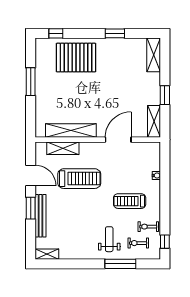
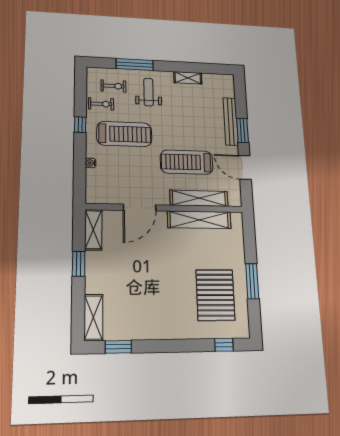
window: (115, 33) -> (118, 347), moved
pallet: (76, 58) -> (215, 295), moved, turned 90
shelving: (63, 148) -> (199, 198), width x1.47
treadmill: (130, 201) -> (124, 134), width x1.37, depth x1.38
weight bench: (109, 239) -> (149, 92), turned 180
window: (165, 242) -> (80, 125), moved
shelving: (47, 254) -> (188, 78), moved

